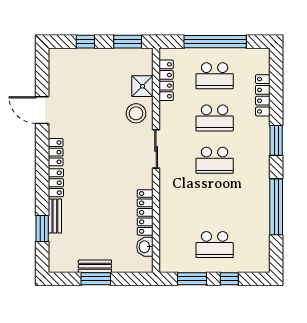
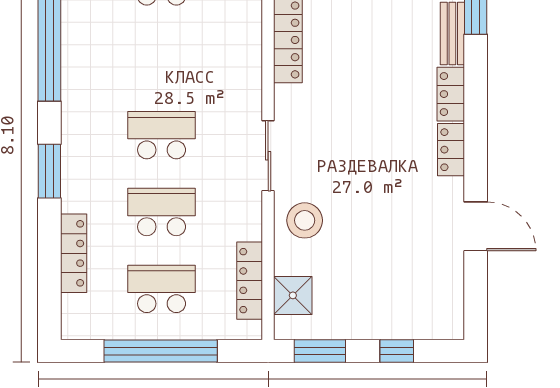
shower: (142, 86) -> (293, 295), moved

